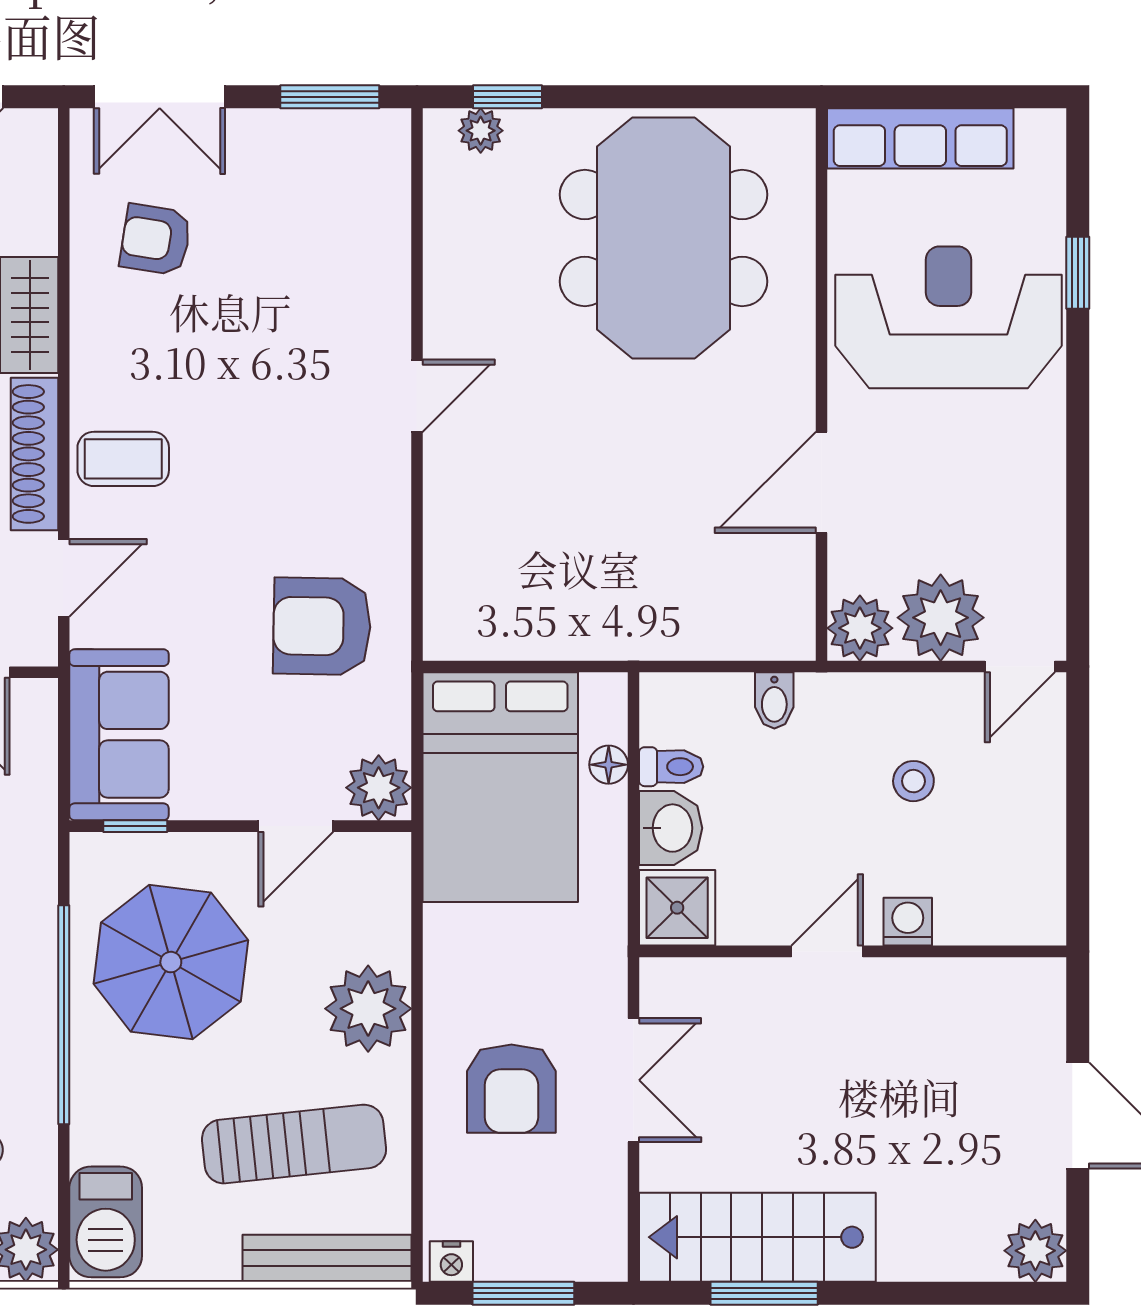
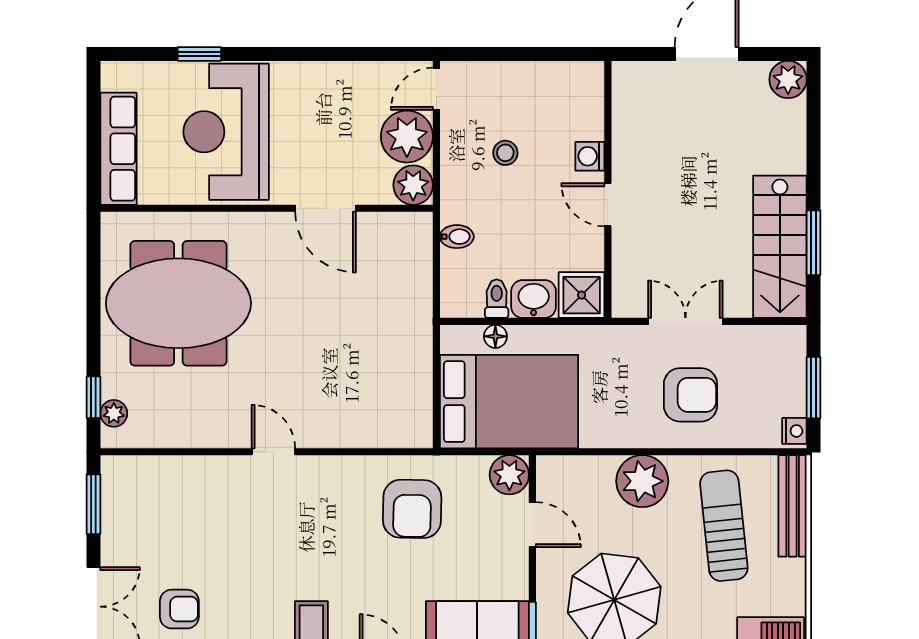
armchair: (156, 240) -> (179, 609), turned -99
door: (1020, 667) -> (436, 89), swing flipped

